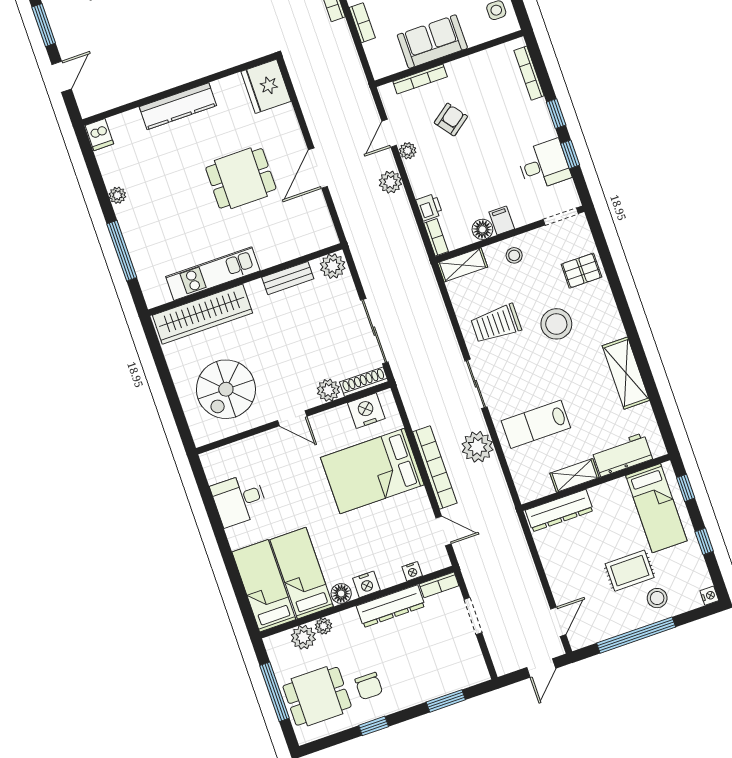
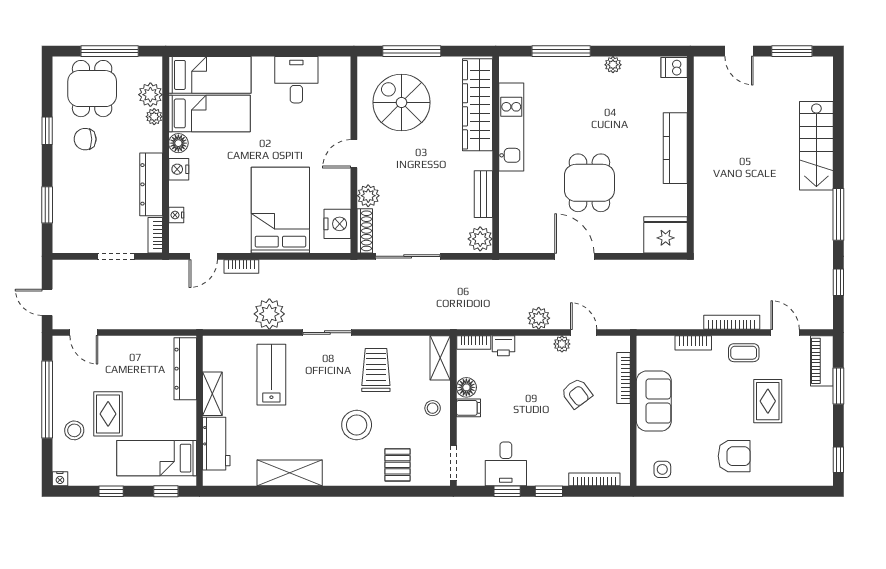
window: (172, 397) -> (412, 51), added
bookcase: (435, 467) -> (241, 266), width x0.43, depth x0.76

